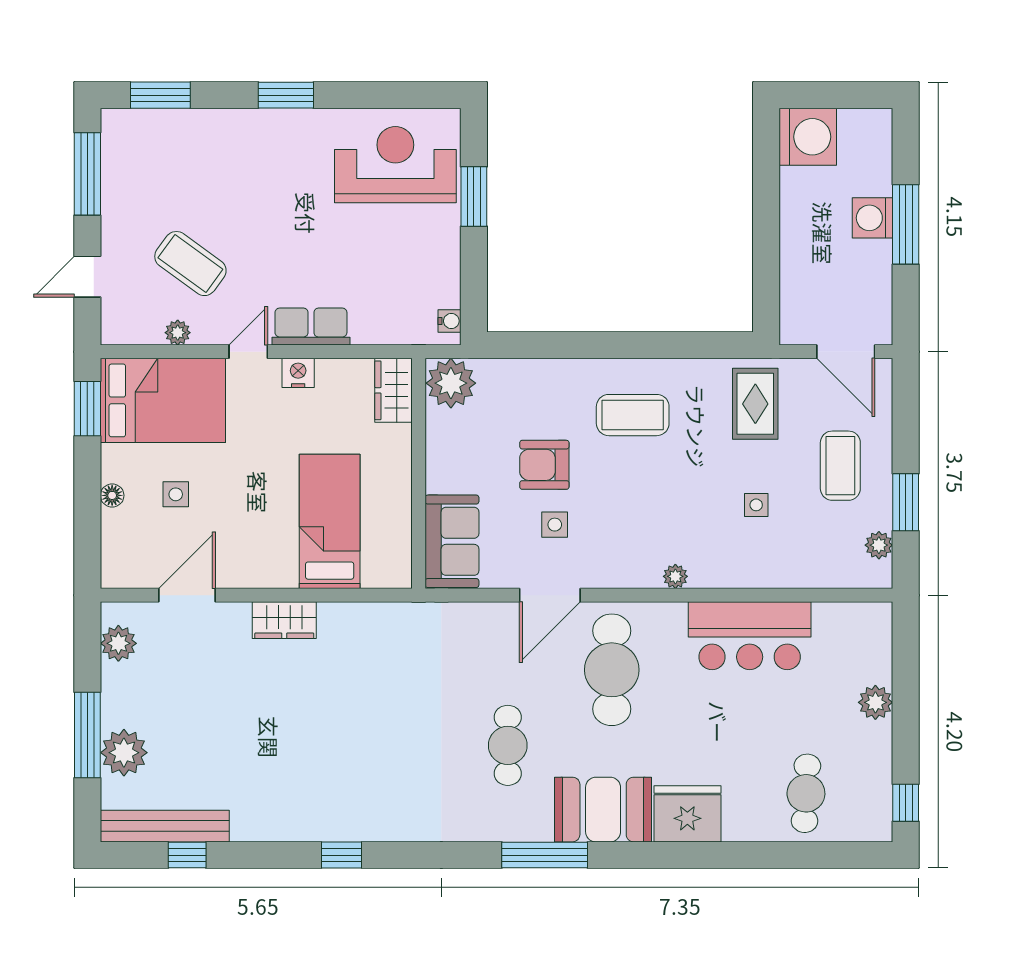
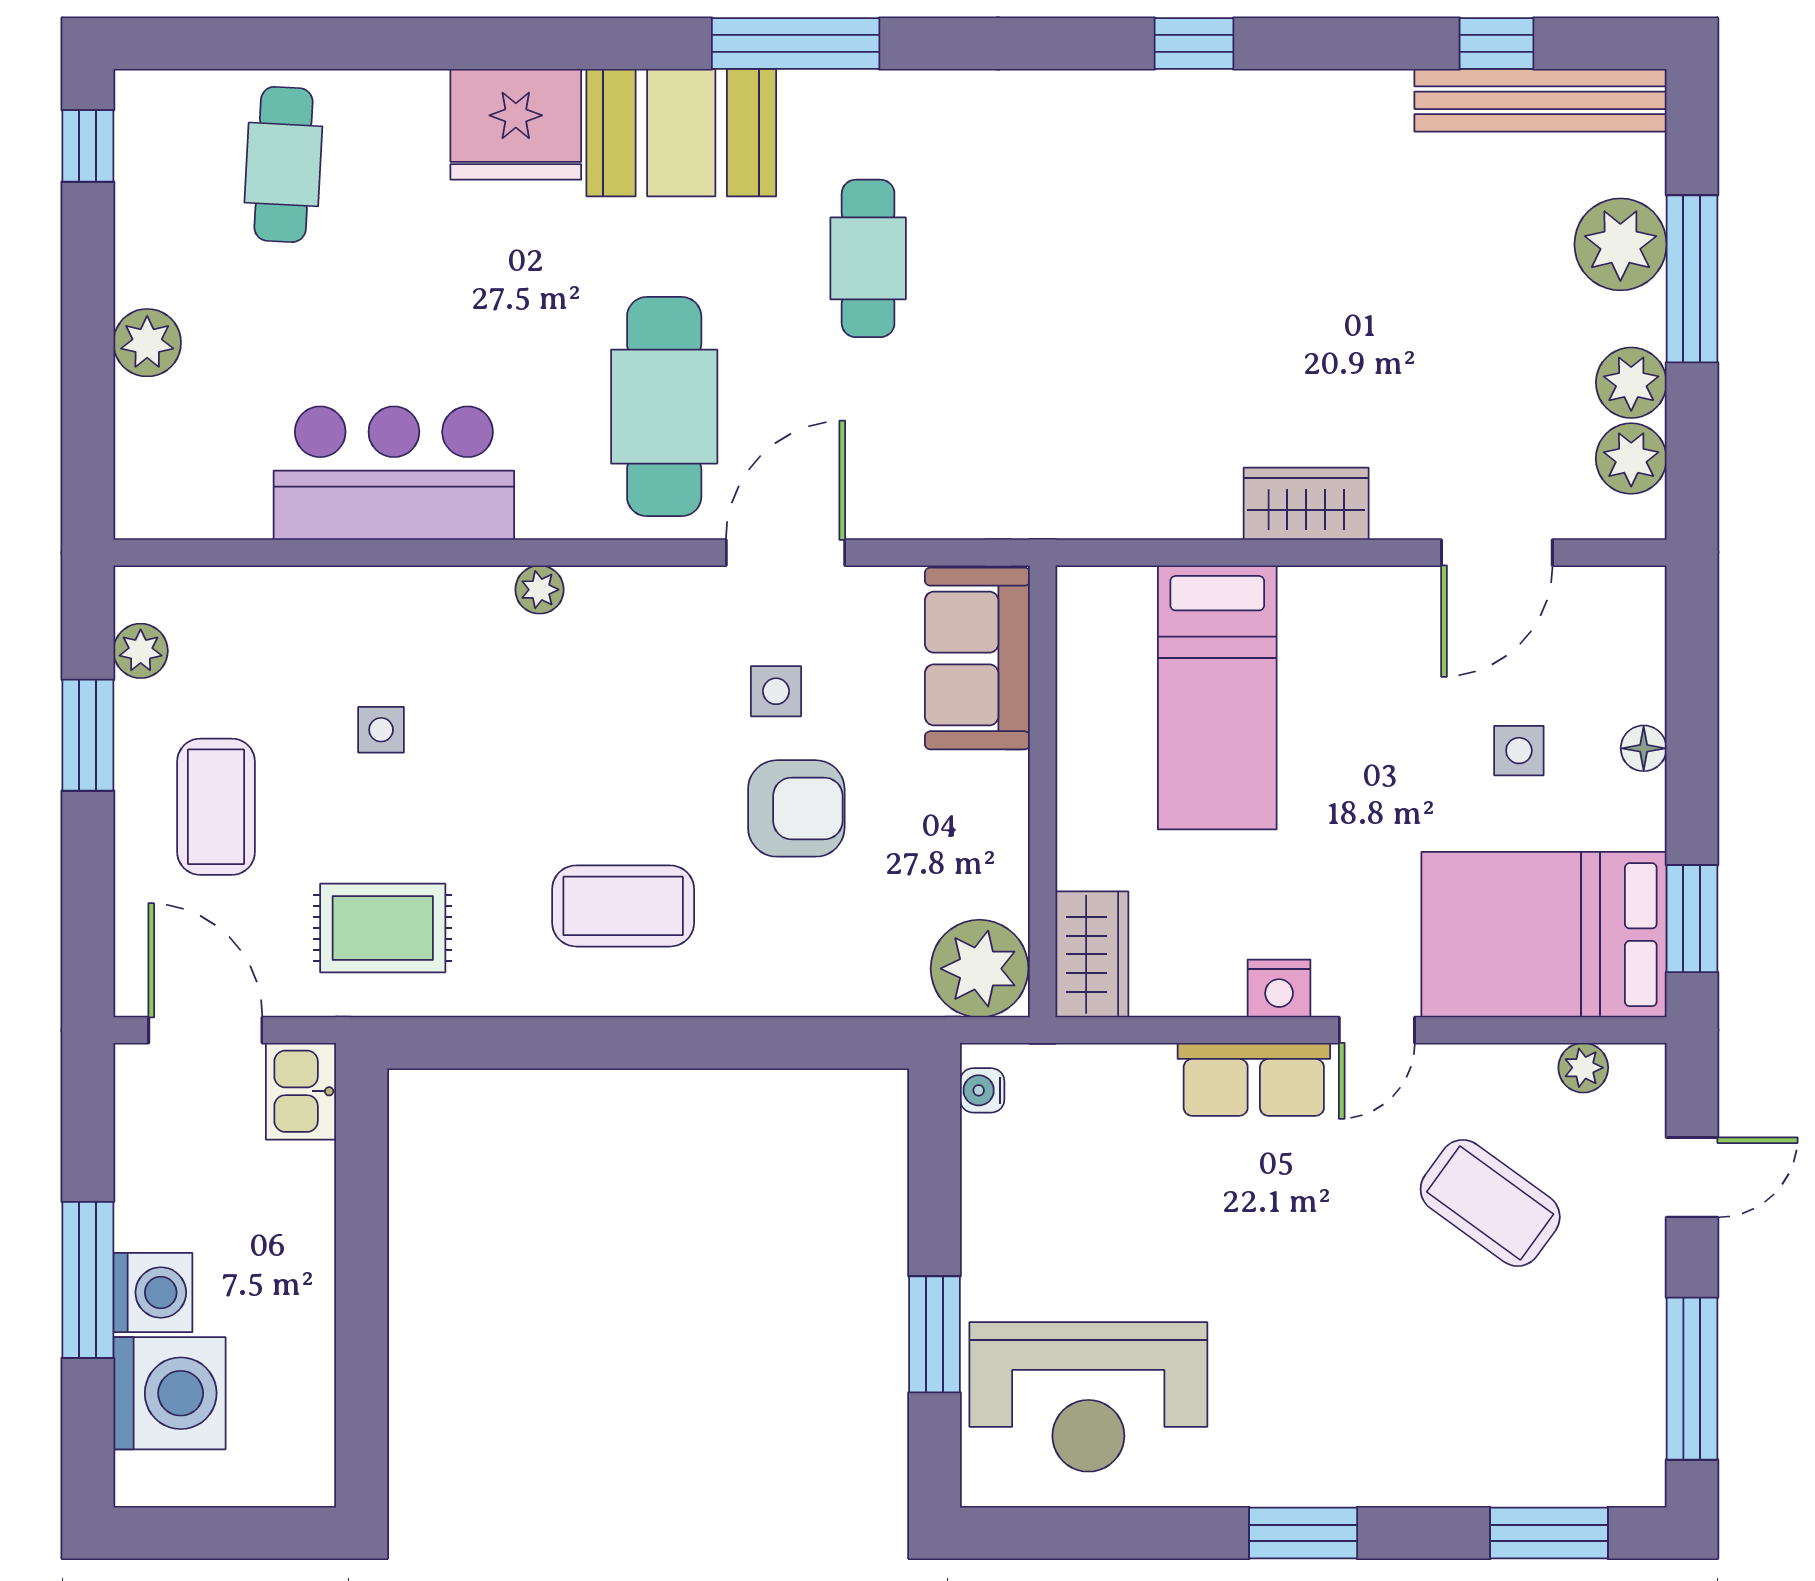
washing machine: (808, 137) -> (169, 1393), moved, turned 180
kitchen sink: (797, 321) -> (301, 1091), added
plant: (178, 333) -> (1583, 1068), moved
rug: (755, 404) -> (383, 928), turned 90
plant: (118, 682) -> (1631, 383), added

